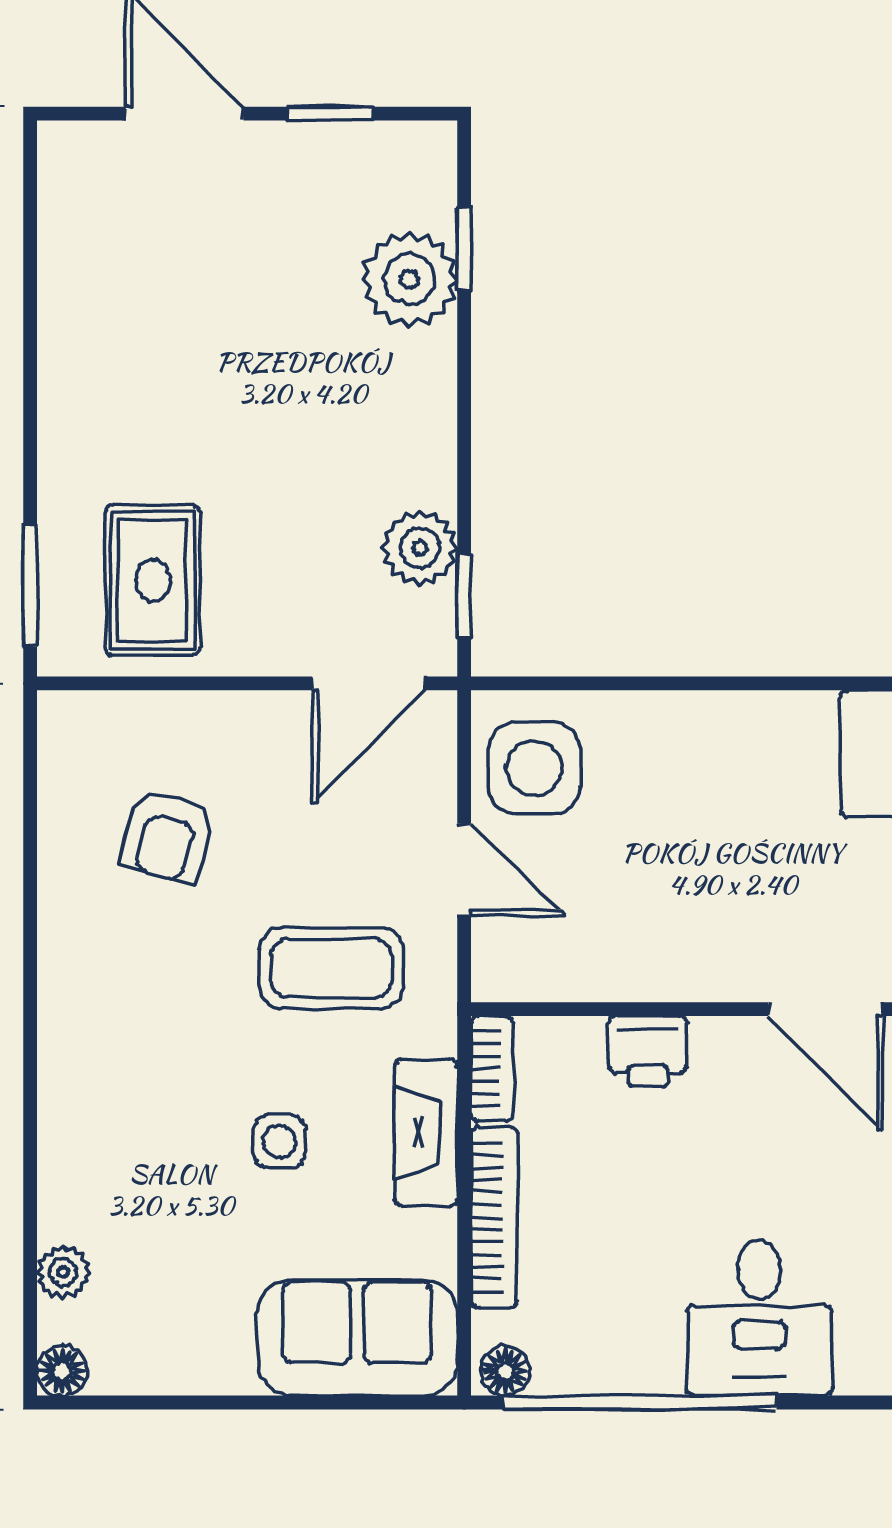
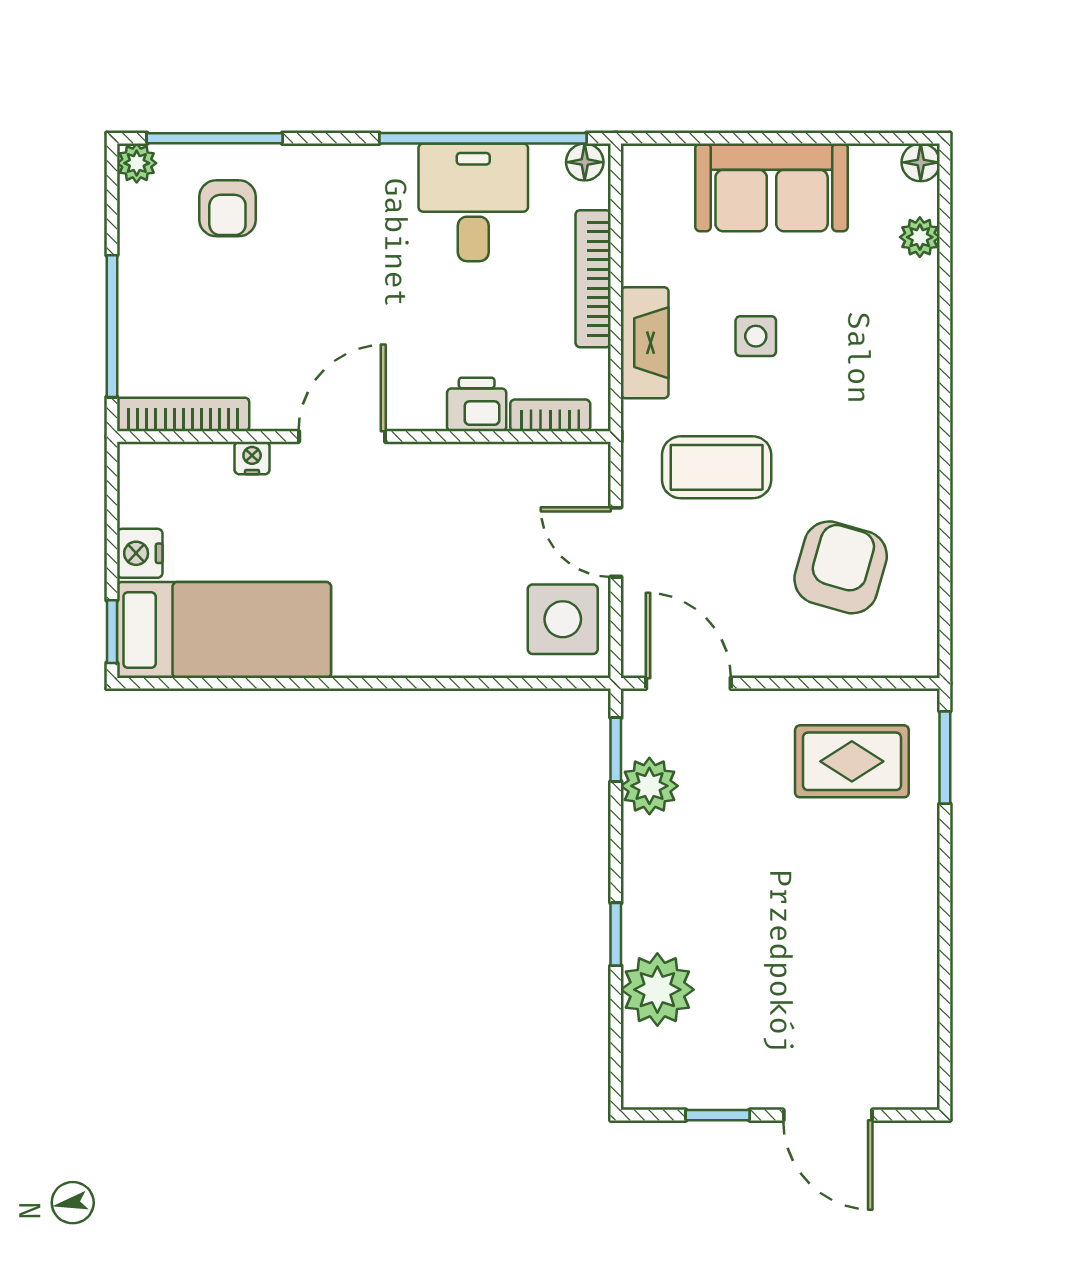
window: (464, 249) -> (616, 934), moved
rug: (153, 580) -> (852, 761), turned 90
door: (368, 683) -> (688, 683), hinge flipped
armchair: (168, 836) -> (841, 567), width x1.38, depth x1.38
door: (825, 1009) -> (342, 436), hinge flipped
bookcase: (492, 1068) -> (550, 415), moved, turned 90
desk: (759, 1318) -> (473, 202), moved
sofa: (357, 1338) -> (772, 187), moved

